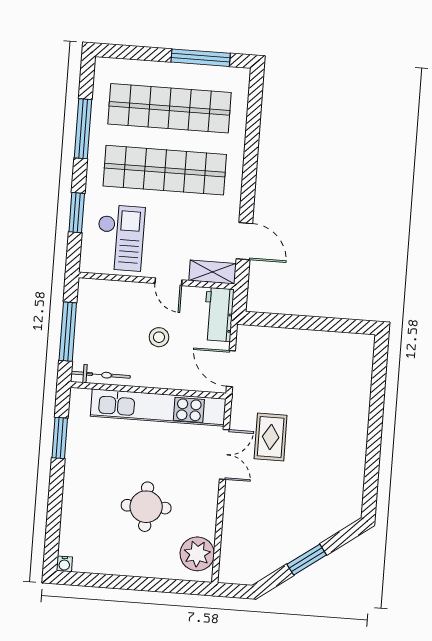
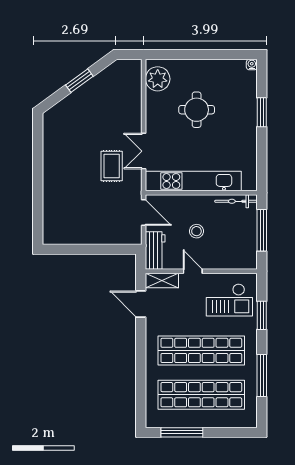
checkout: (120, 238) -> (229, 300), turned -90
window: (60, 438) -> (262, 112), moved

